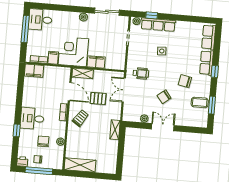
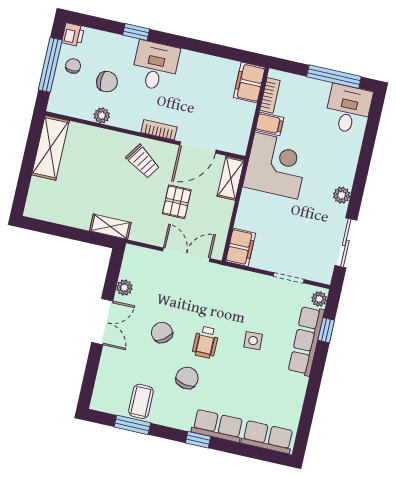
filing cabinet: (96, 62) -> (241, 247), moved
wheelchair: (141, 73) -> (206, 342), moved

